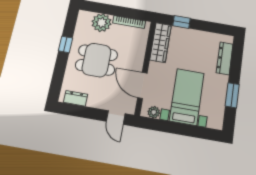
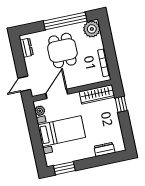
plant: (102, 23) -> (92, 29), moved
window: (65, 44) -> (65, 21), width x3.17
dresser: (225, 58) -> (104, 149), width x0.70
window: (232, 95) -> (64, 168), moved

